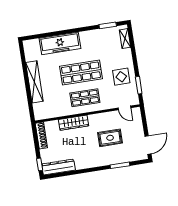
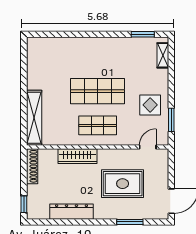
freezer: (60, 43) -> (76, 48), removed
shelving: (34, 82) -> (34, 118), moved
door: (124, 108) -> (148, 147), swing flipped
rug: (110, 138) -> (123, 184), width x1.36, depth x1.43
dresser: (58, 167) -> (71, 212), moved

